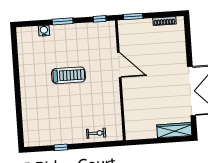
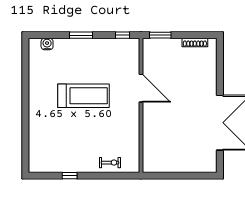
water cooler: (44, 31) -> (47, 44), moved
treadmill: (68, 75) -> (84, 96), width x1.37, depth x1.38
wardrobe: (174, 130) -> (198, 165), removed

